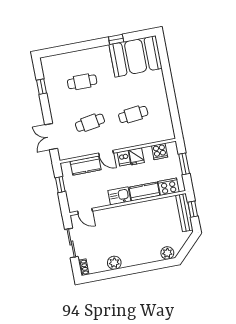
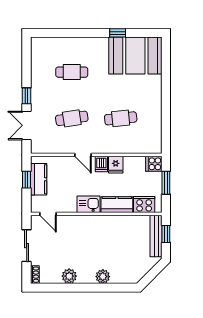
window: (42, 87) -> (27, 96), moved
cooker: (160, 151) -> (154, 164), moved, turned 90
kitchen counter: (86, 166) -> (39, 179), moved, turned -90
plant: (167, 253) -> (103, 277), moved

